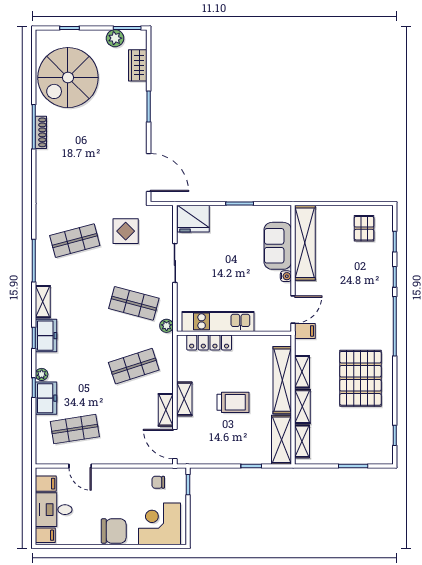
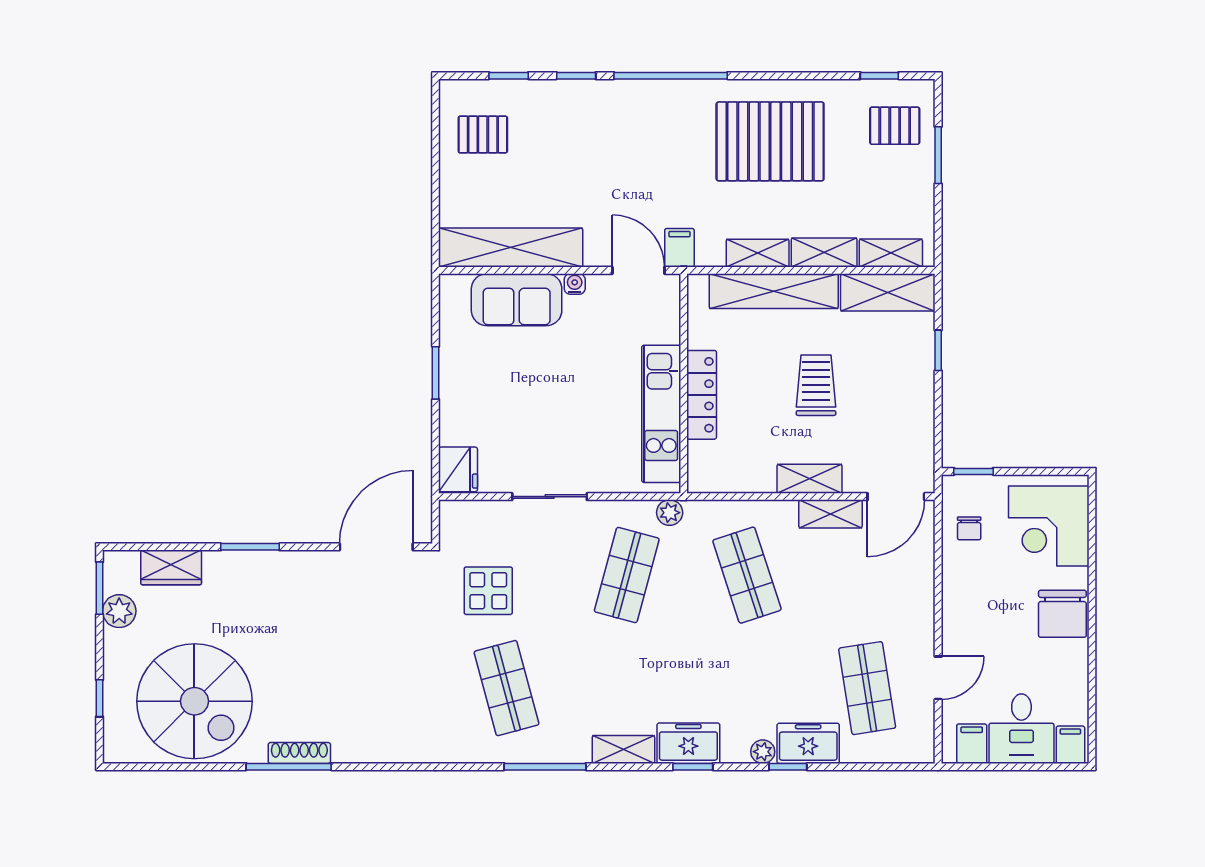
fridge: (193, 219) -> (458, 469), width x0.73, depth x0.75
locker: (209, 342) -> (702, 395), moved
pallet: (369, 443) -> (895, 126), added
chair: (114, 531) -> (1062, 614), turned 180

